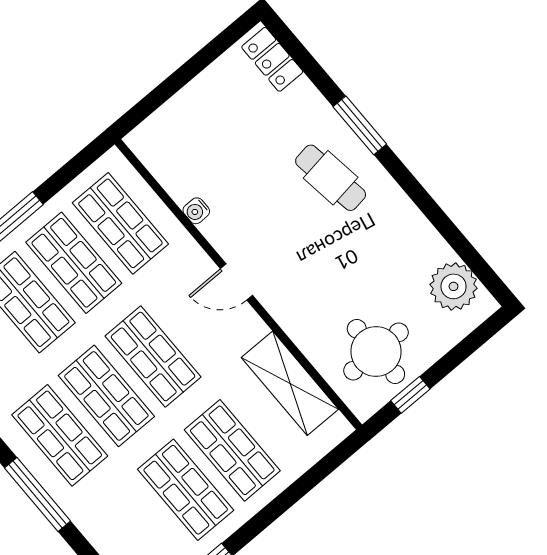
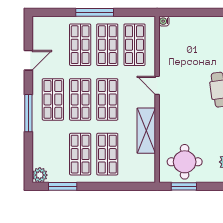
water cooler: (196, 211) -> (164, 21), moved
door: (236, 282) -> (157, 85), moved
shelving: (290, 383) -> (146, 131), moved
window: (410, 395) -> (184, 186), width x1.50

